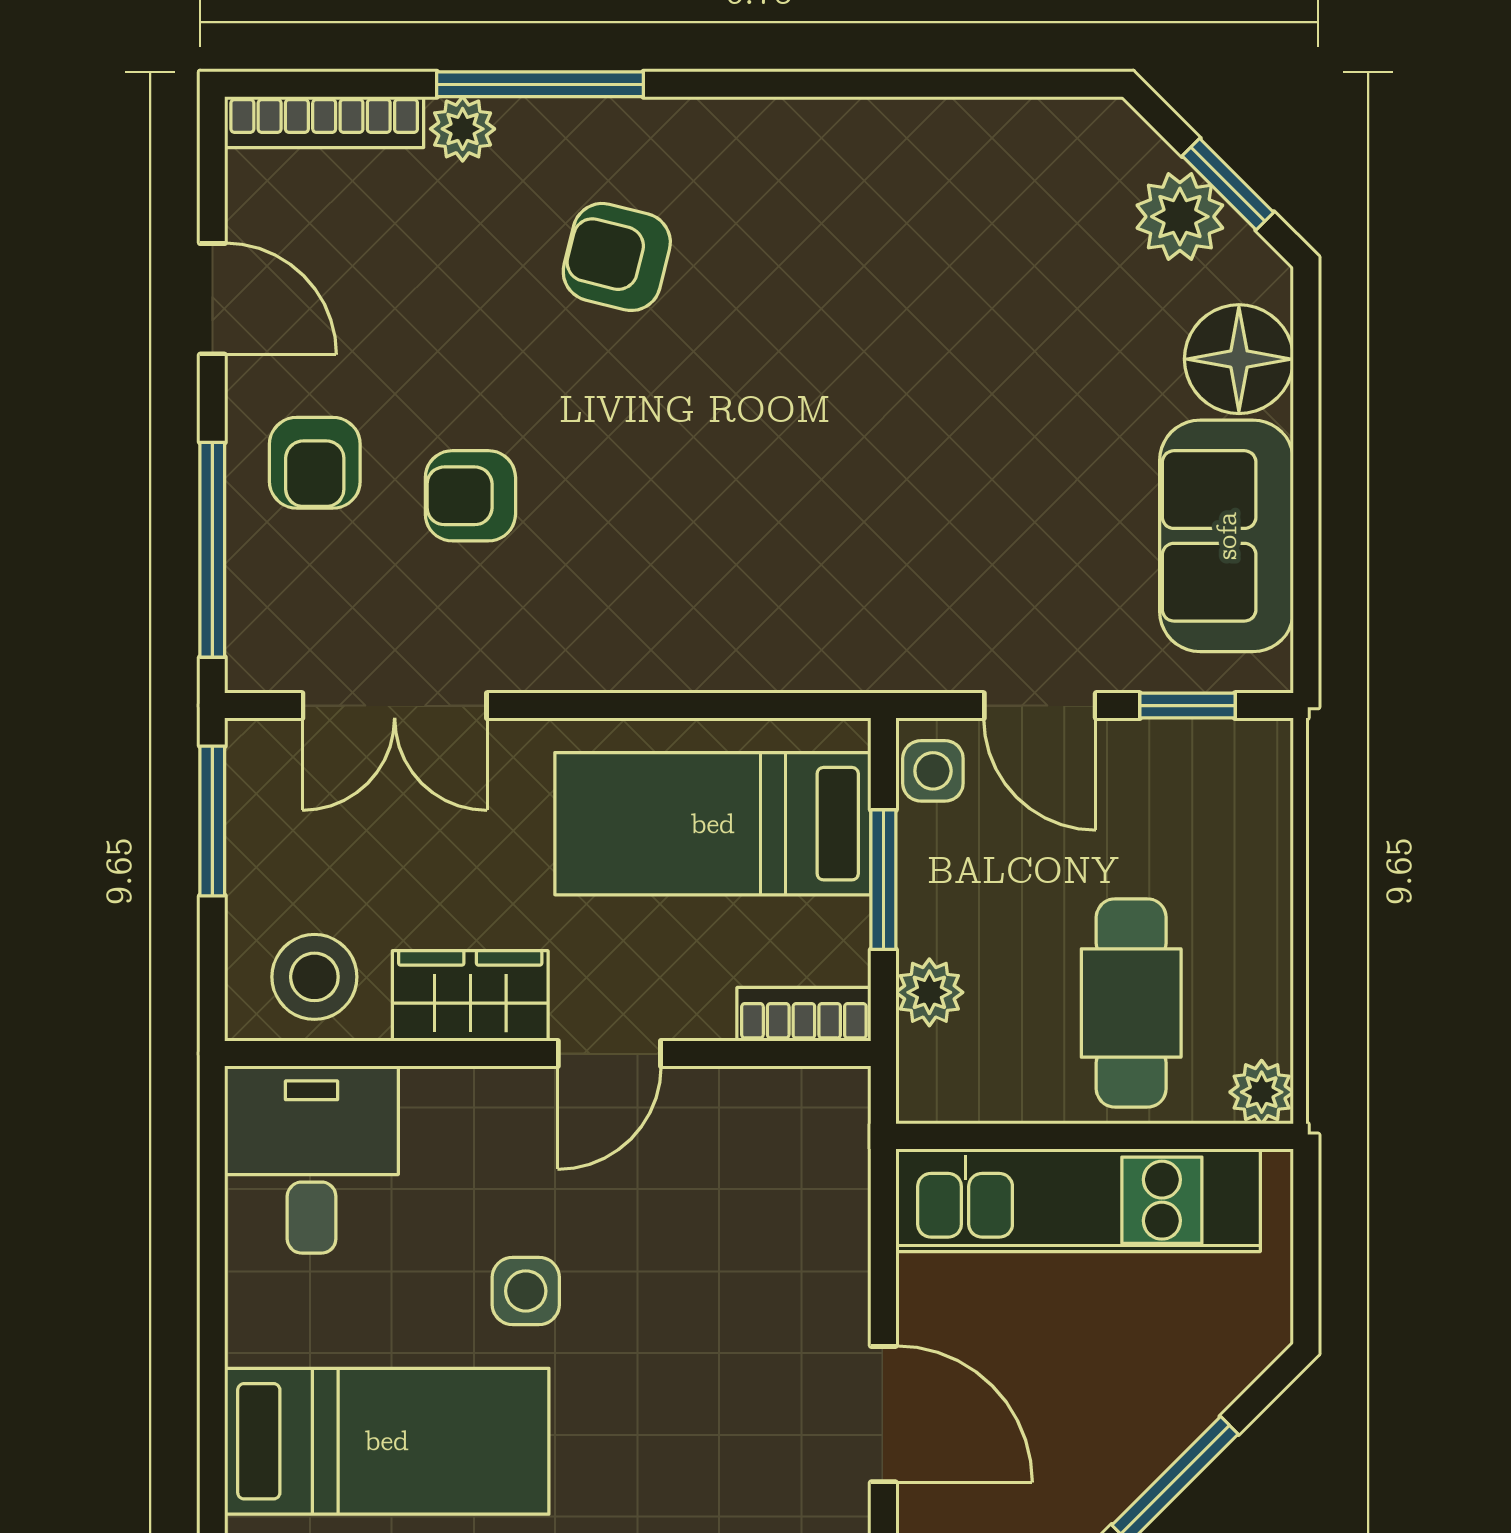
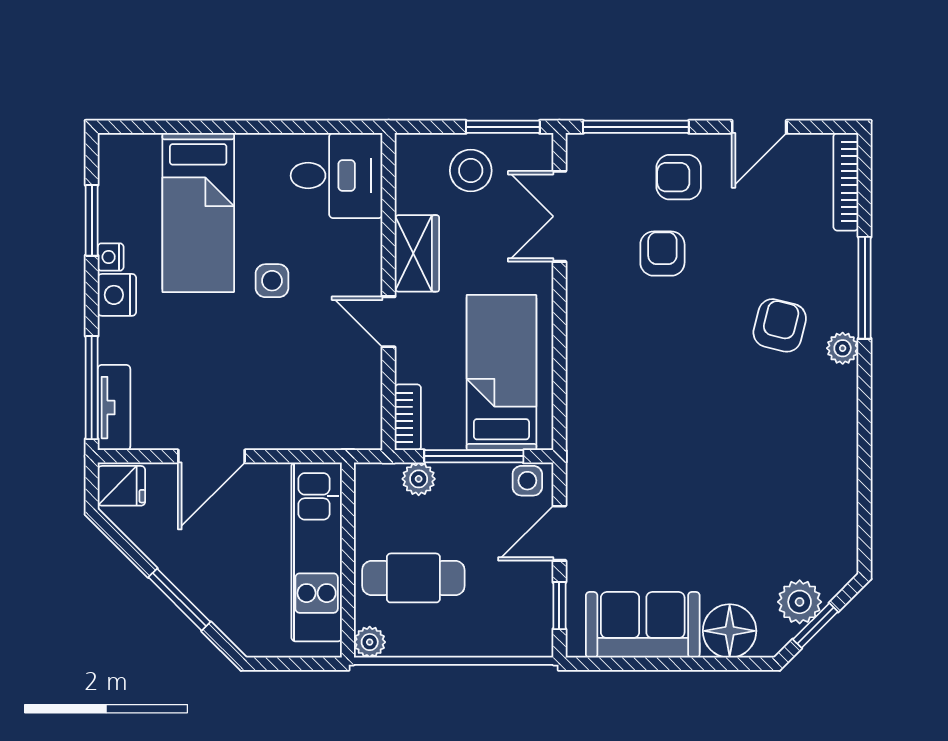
plant: (463, 129) -> (843, 348), moved
window: (883, 880) -> (474, 456), width x1.44
stool: (314, 977) -> (471, 171), moved

